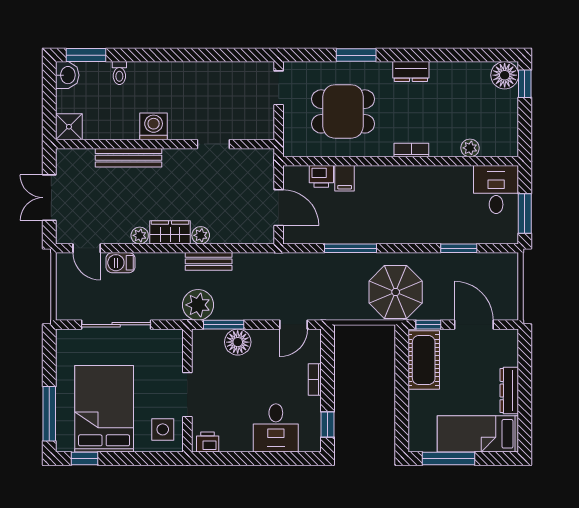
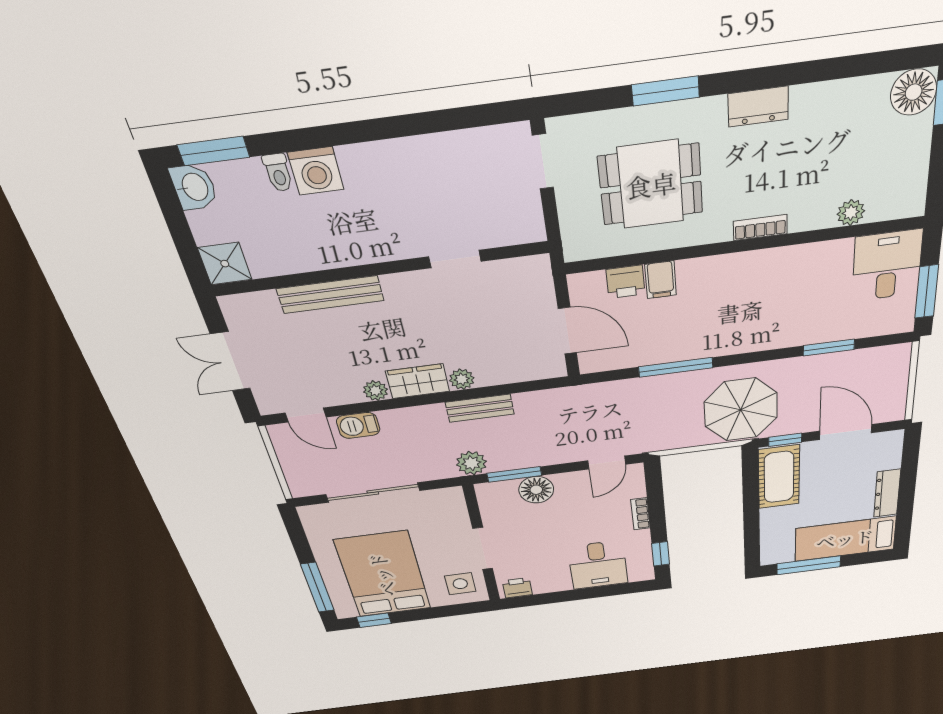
washing machine: (154, 126) -> (316, 171), moved, turned 180
plant: (198, 305) -> (471, 463), width x0.73, depth x0.73

